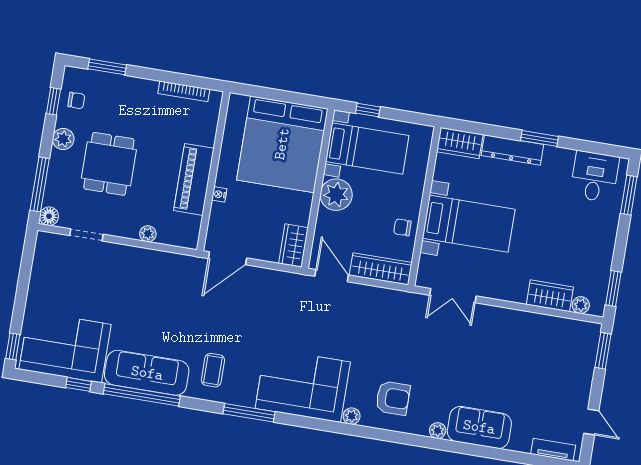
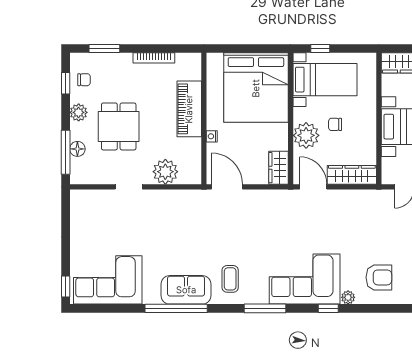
bookcase: (184, 91) -> (154, 58), moved
piano: (194, 179) -> (189, 109), moved
plant: (336, 195) -> (306, 135), moved
floor lamp: (49, 216) -> (77, 149), moved
chair: (402, 227) -> (335, 124), moved
plant: (148, 234) -> (165, 172), width x1.87, depth x1.87
doorway: (86, 235) -> (129, 187), moved
door: (227, 258) -> (227, 187), swing flipped
sofa: (147, 373) -> (186, 290), width x0.73
window: (78, 384) -> (328, 308), moved

